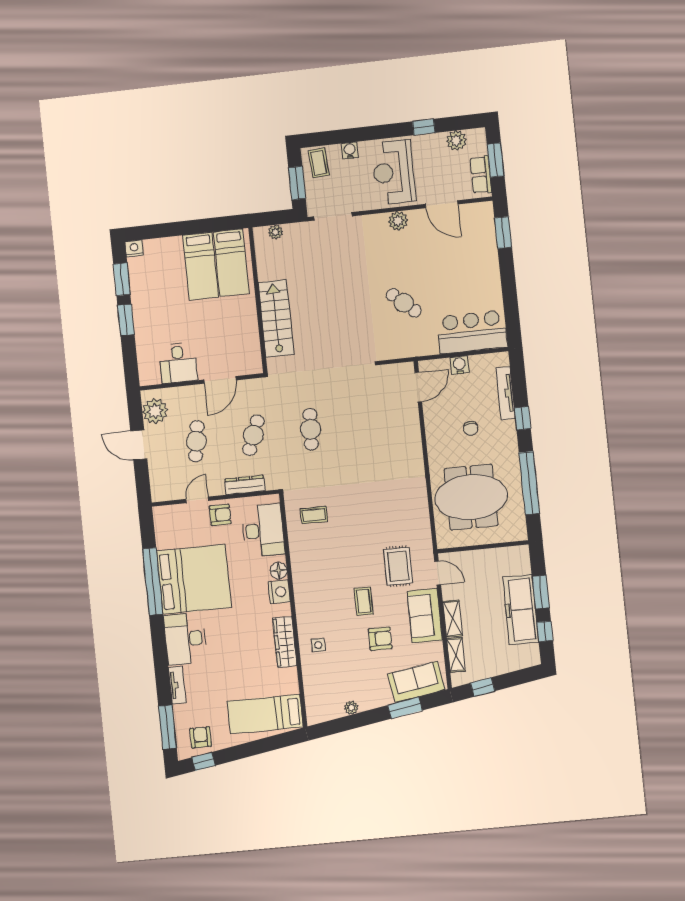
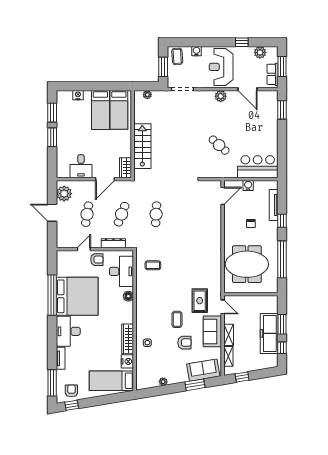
nightstand: (134, 249) -> (78, 95), moved
wardrobe: (252, 357) -> (125, 168), added
nightstand: (279, 592) -> (127, 361), moved

